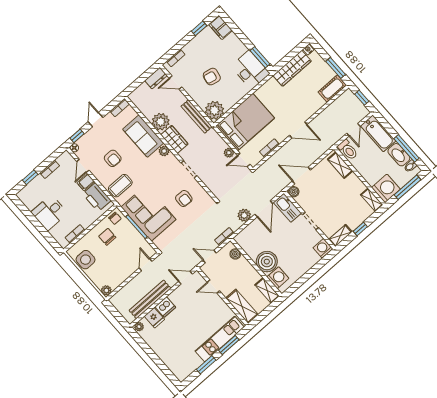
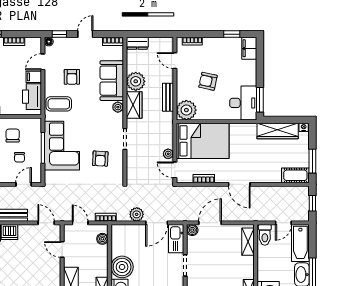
dresser: (156, 78) -> (137, 43), moved
bench: (197, 116) -> (168, 97), width x0.73
door: (301, 175) -> (210, 223), hinge flipped
chair: (115, 218) -> (19, 157), moved

